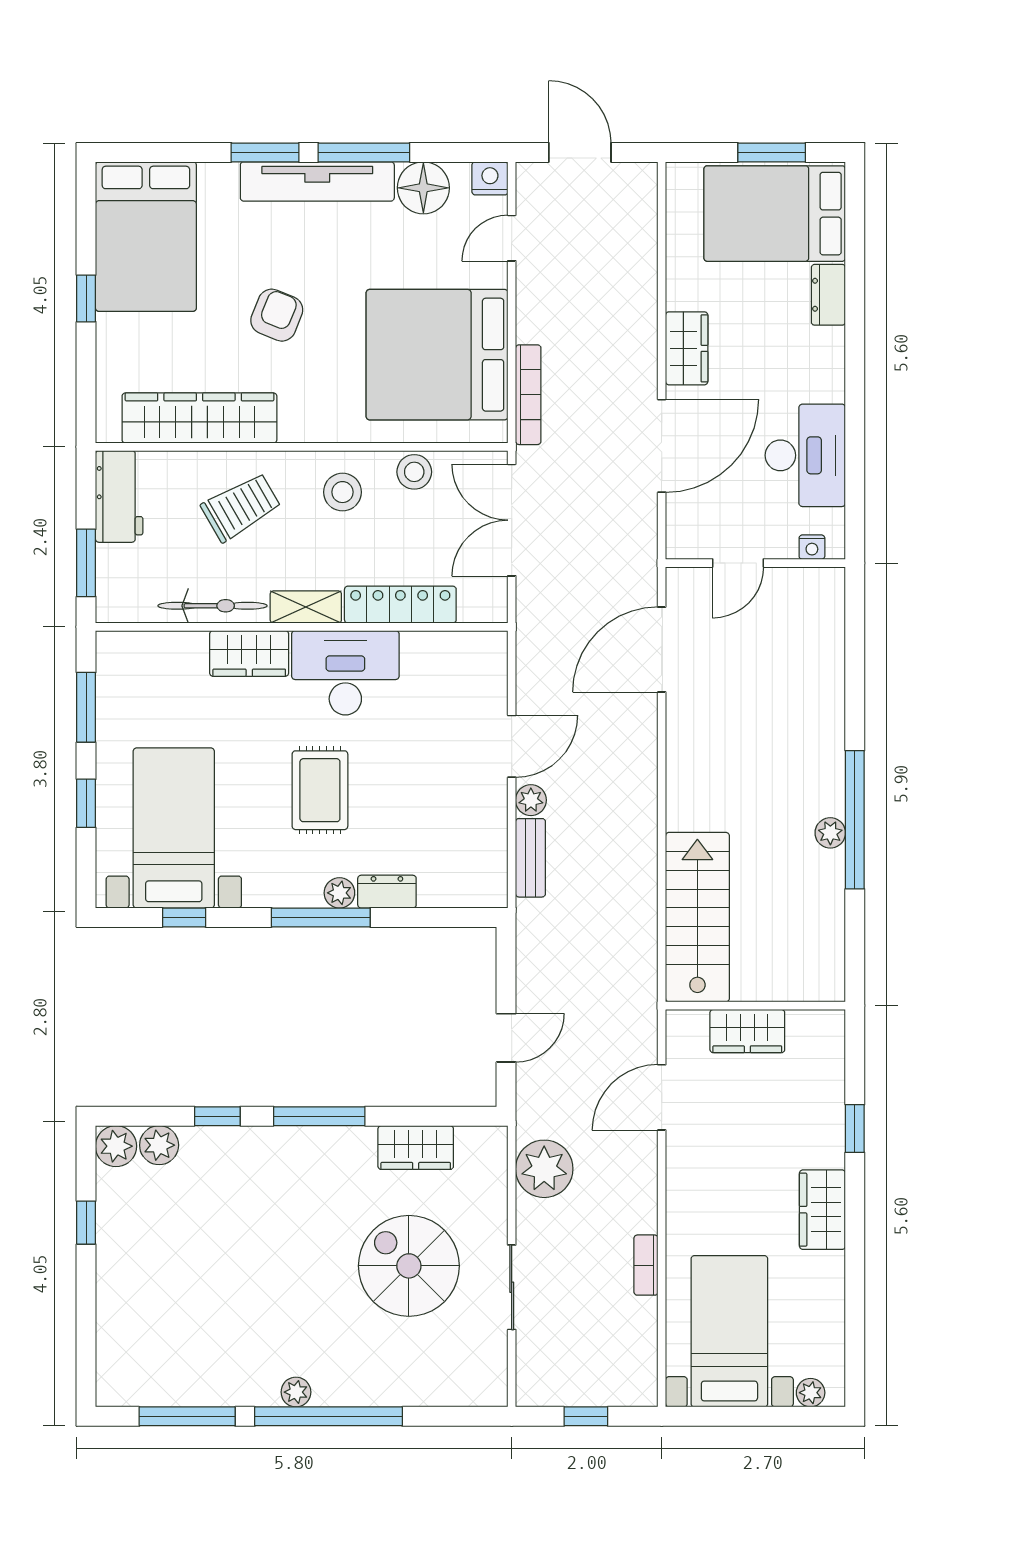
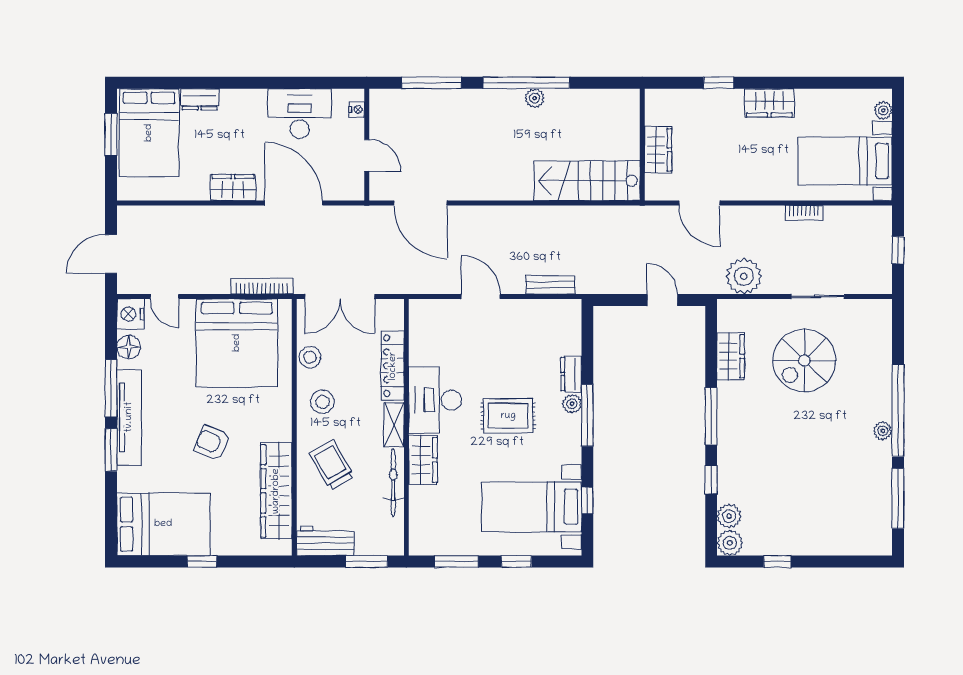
nightstand: (490, 178) -> (131, 314), width x1.36, depth x1.33
floor lamp: (423, 188) -> (129, 347), width x0.73, depth x0.73
window: (855, 667) -> (432, 83), added
plant: (531, 800) -> (514, 285), removed

